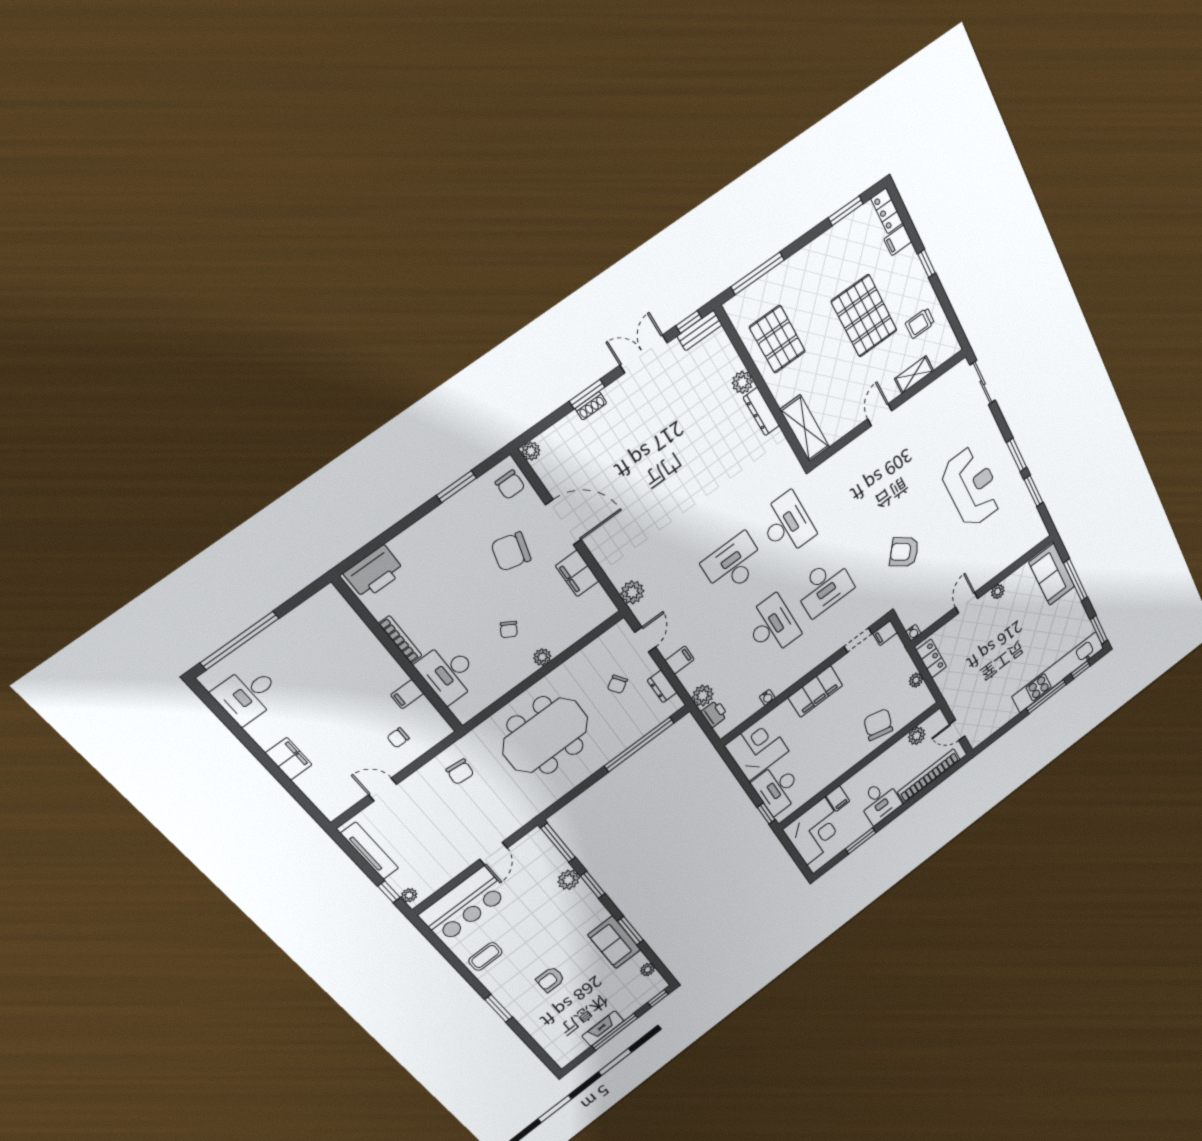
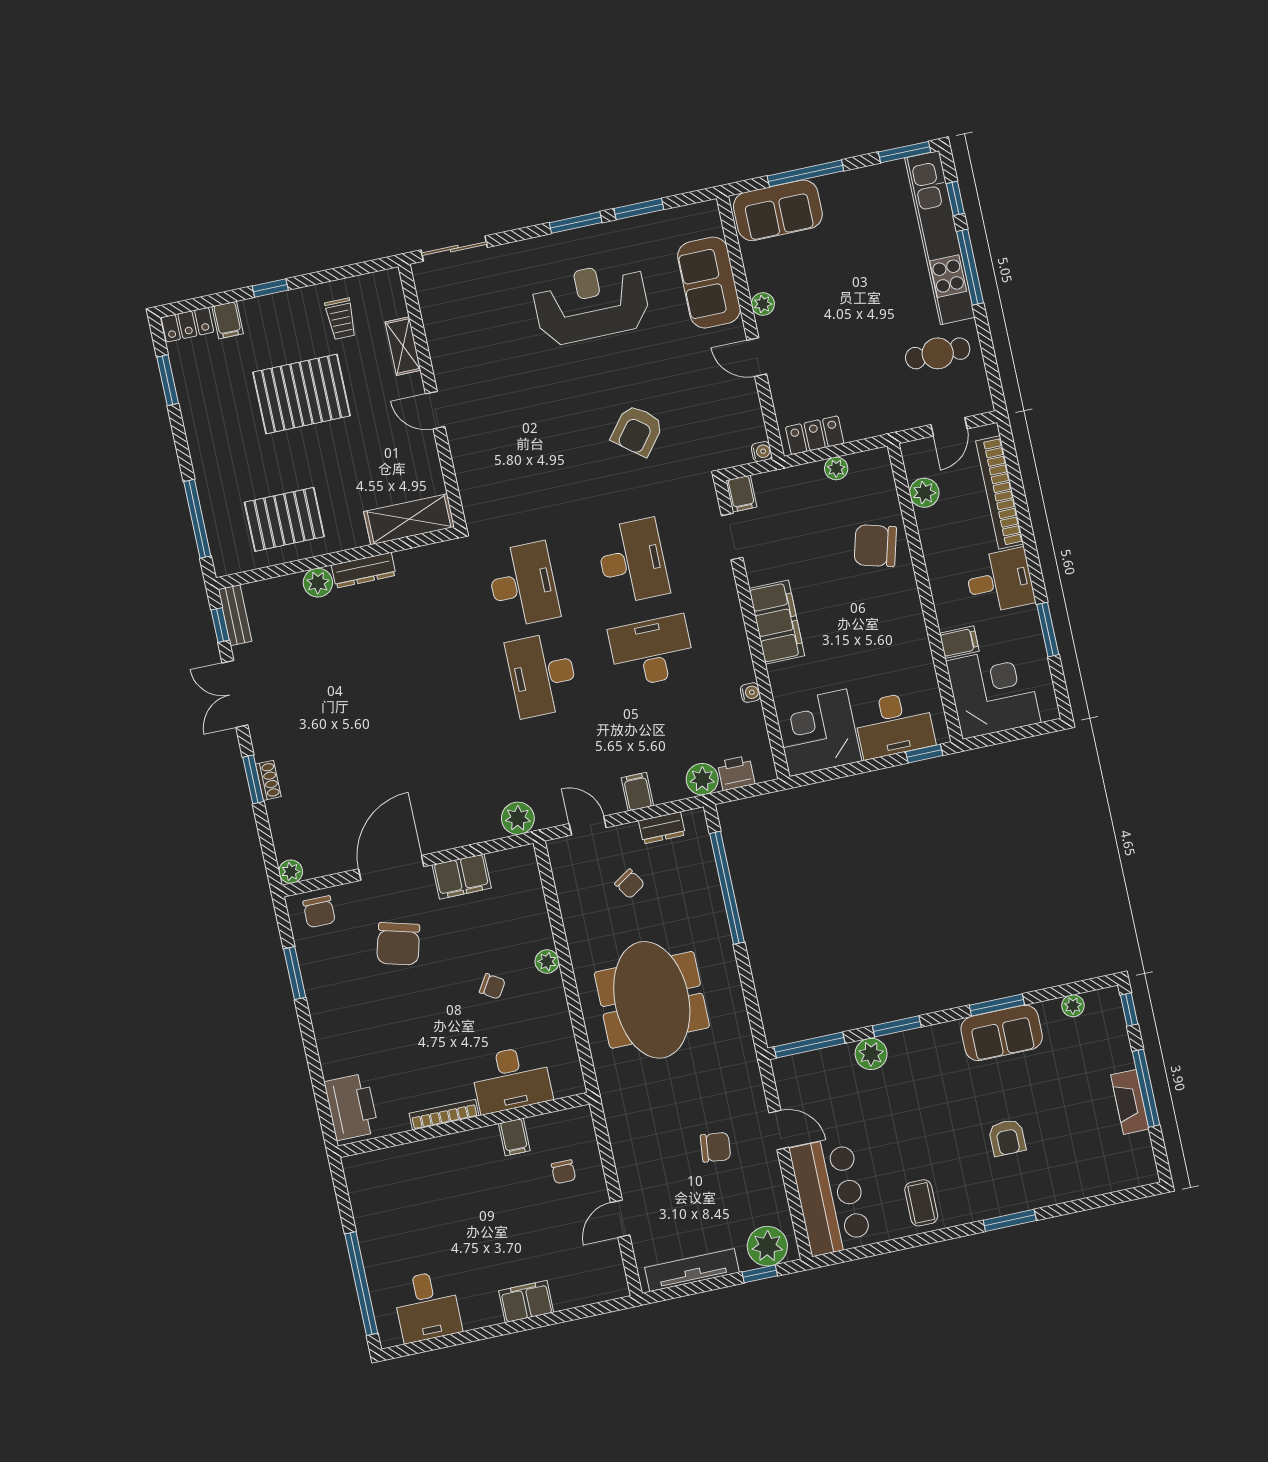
chair: (510, 485) -> (319, 912), turned 90
desk: (787, 524) -> (523, 585), turned 90
sofa: (1002, 554) -> (709, 283), added
cafe table: (996, 703) -> (938, 353), added
chair: (460, 772) -> (715, 1147), moved
plant: (409, 895) -> (767, 1246), width x1.88, depth x1.88

